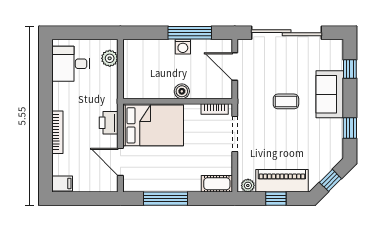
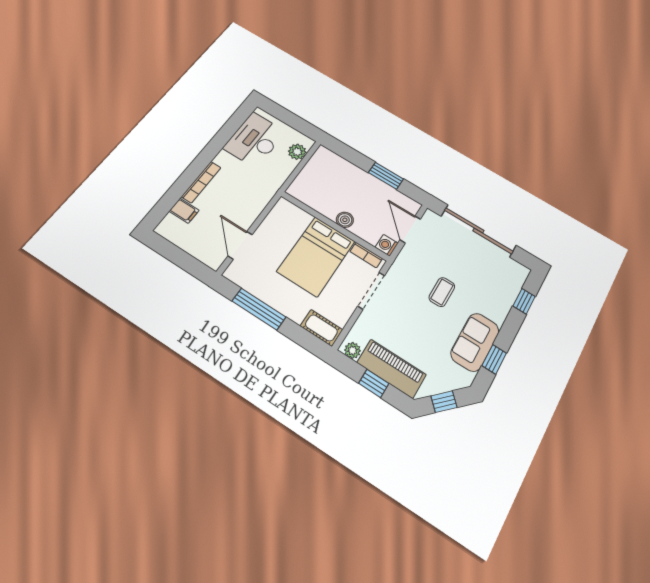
window: (190, 33) -> (386, 176), width x0.69
washing machine: (183, 47) -> (387, 245), moved, turned 90
desk: (71, 64) -> (255, 140), width x1.37
sofa: (330, 94) -> (475, 342), moved
coffee table: (286, 101) -> (442, 292), turned 90
printer: (109, 123) -> (255, 204), removed
bed: (153, 125) -> (316, 256), moved, turned 90
filing cabinet: (62, 183) -> (184, 211), moved

